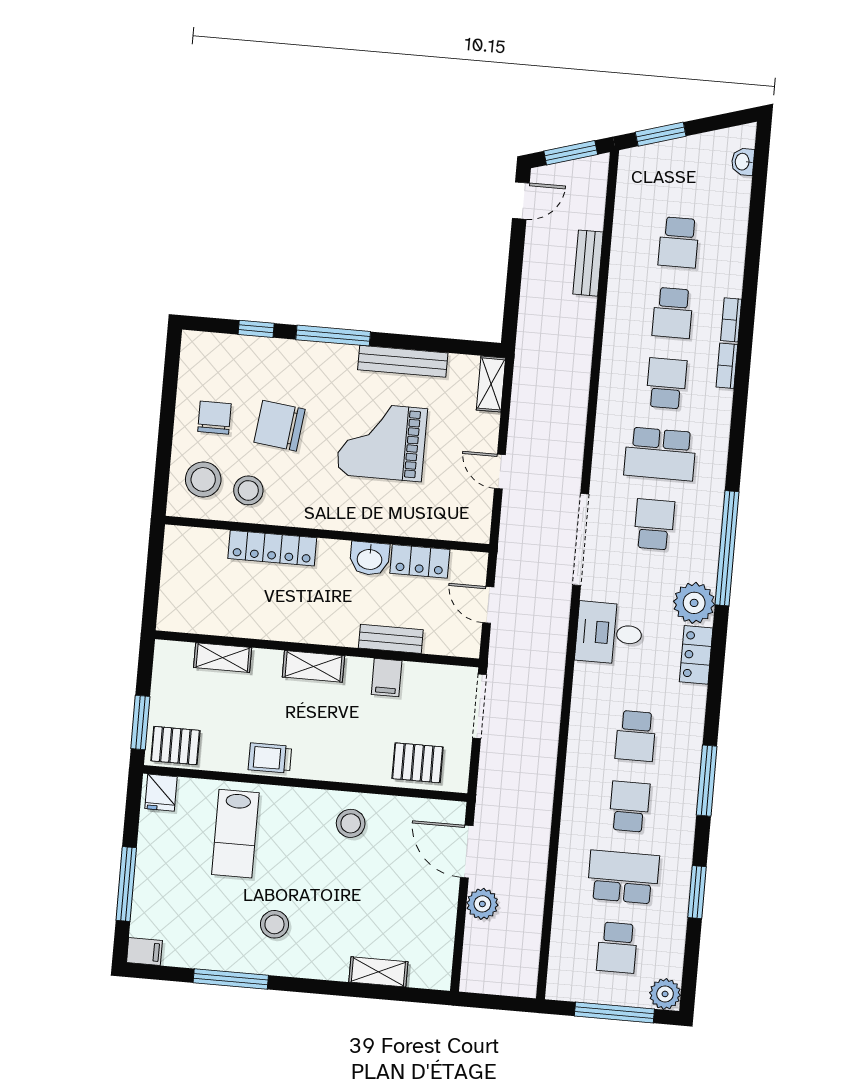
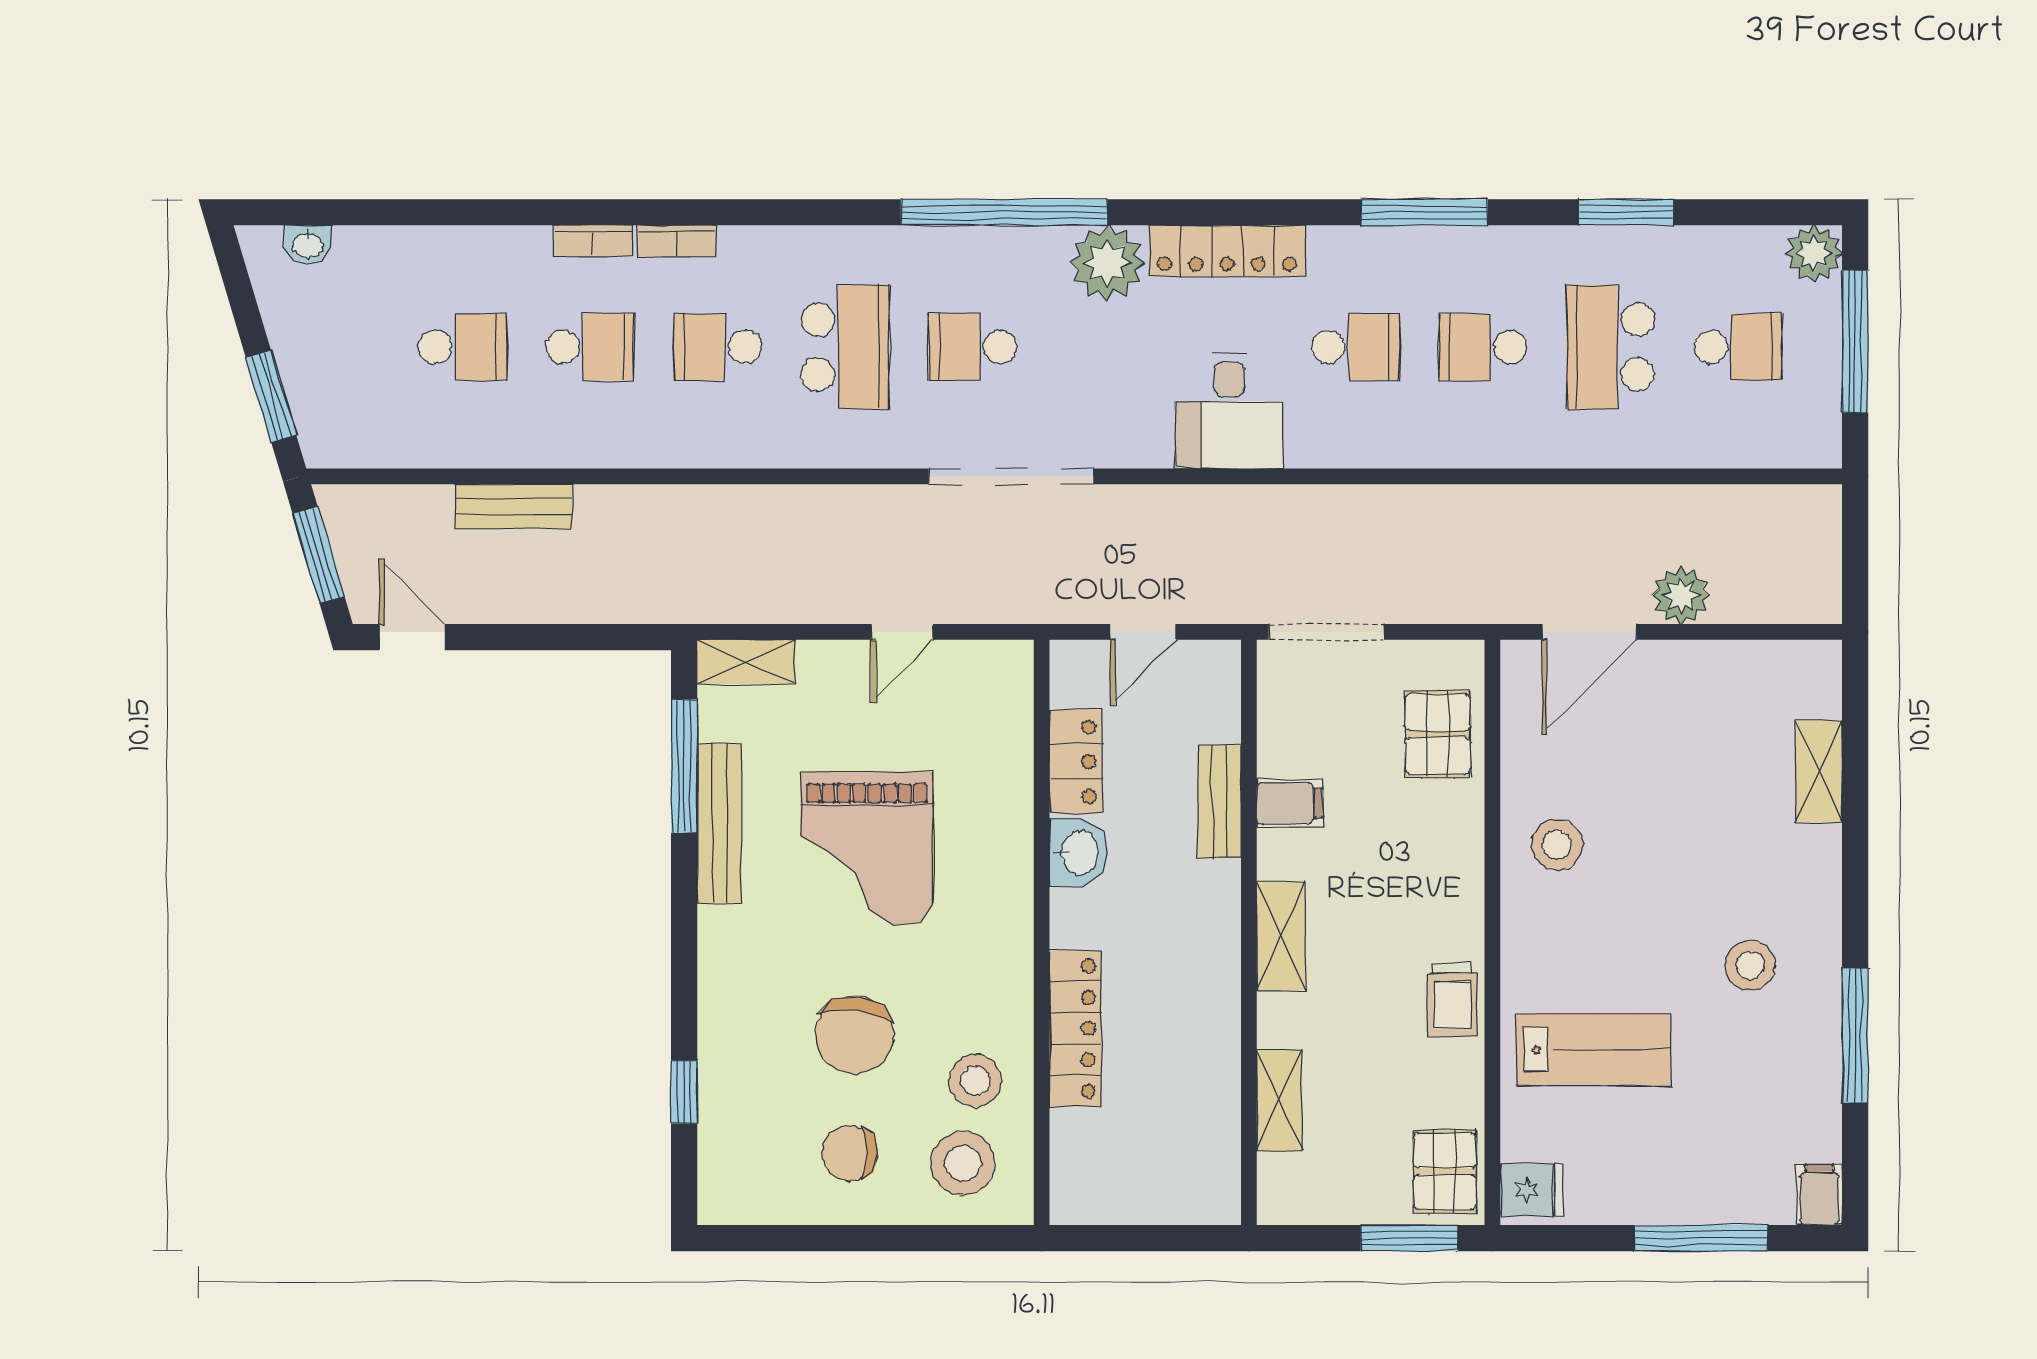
window: (333, 336) -> (684, 766), moved
desk: (609, 633) -> (1229, 411), moved
locker: (696, 655) -> (1227, 251), width x1.53

